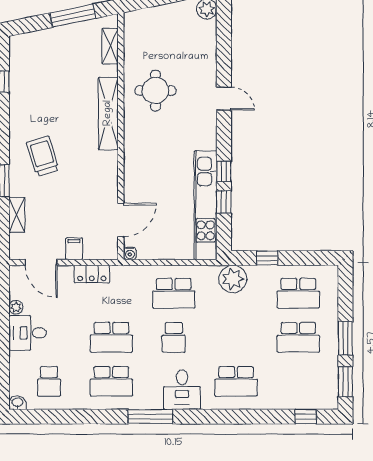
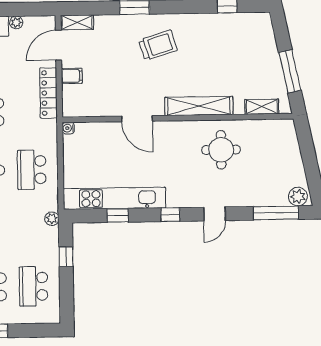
window: (224, 33) -> (276, 213), added
window: (224, 171) -> (170, 215), moved
shelving: (17, 215) -> (77, 22), moved
door: (121, 220) -> (137, 119), moved
locker: (92, 274) -> (48, 93), width x1.53
plant: (233, 279) -> (52, 219), width x0.53, depth x0.53

